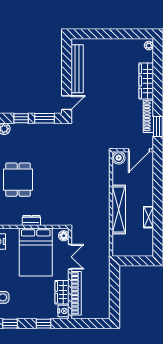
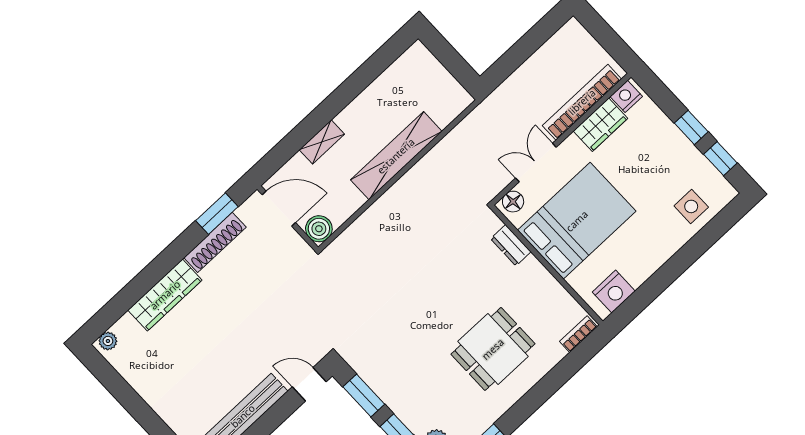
shelving: (148, 217) -> (322, 142), moved
dresser: (31, 220) -> (511, 245), moved
window: (43, 324) -> (691, 127), moved

